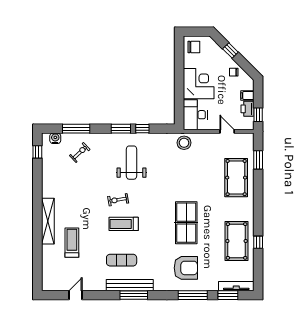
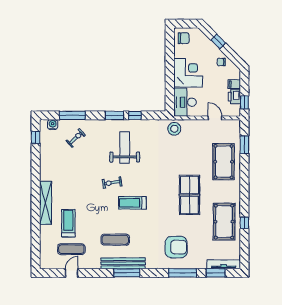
table tennis table: (186, 223) -> (189, 195), moved
treadmill: (124, 224) -> (132, 203), moved
exercise mat: (75, 270) -> (71, 249), added

